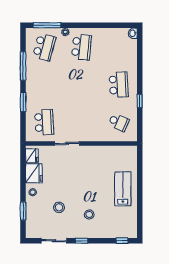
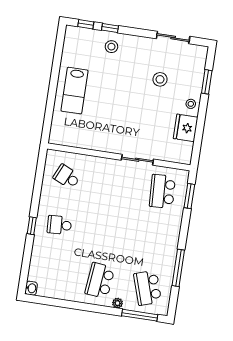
school desk: (44, 47) -> (148, 288), turned -33
school desk: (119, 85) -> (59, 225), width x0.54
window: (140, 101) -> (32, 226), moved
window: (23, 102) -> (189, 196), moved
fridge: (32, 156) -> (185, 151), removed
stool: (89, 214) -> (111, 47), moved
window: (81, 241) -> (110, 28), moved

